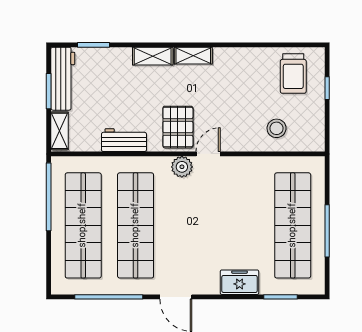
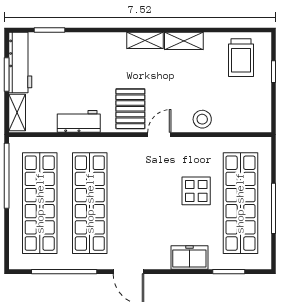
shelving: (153, 56) -> (184, 41), moved
stool: (277, 128) -> (202, 119), moved
plant: (182, 167) -> (134, 147), removed
display table: (247, 213) -> (196, 191), added

